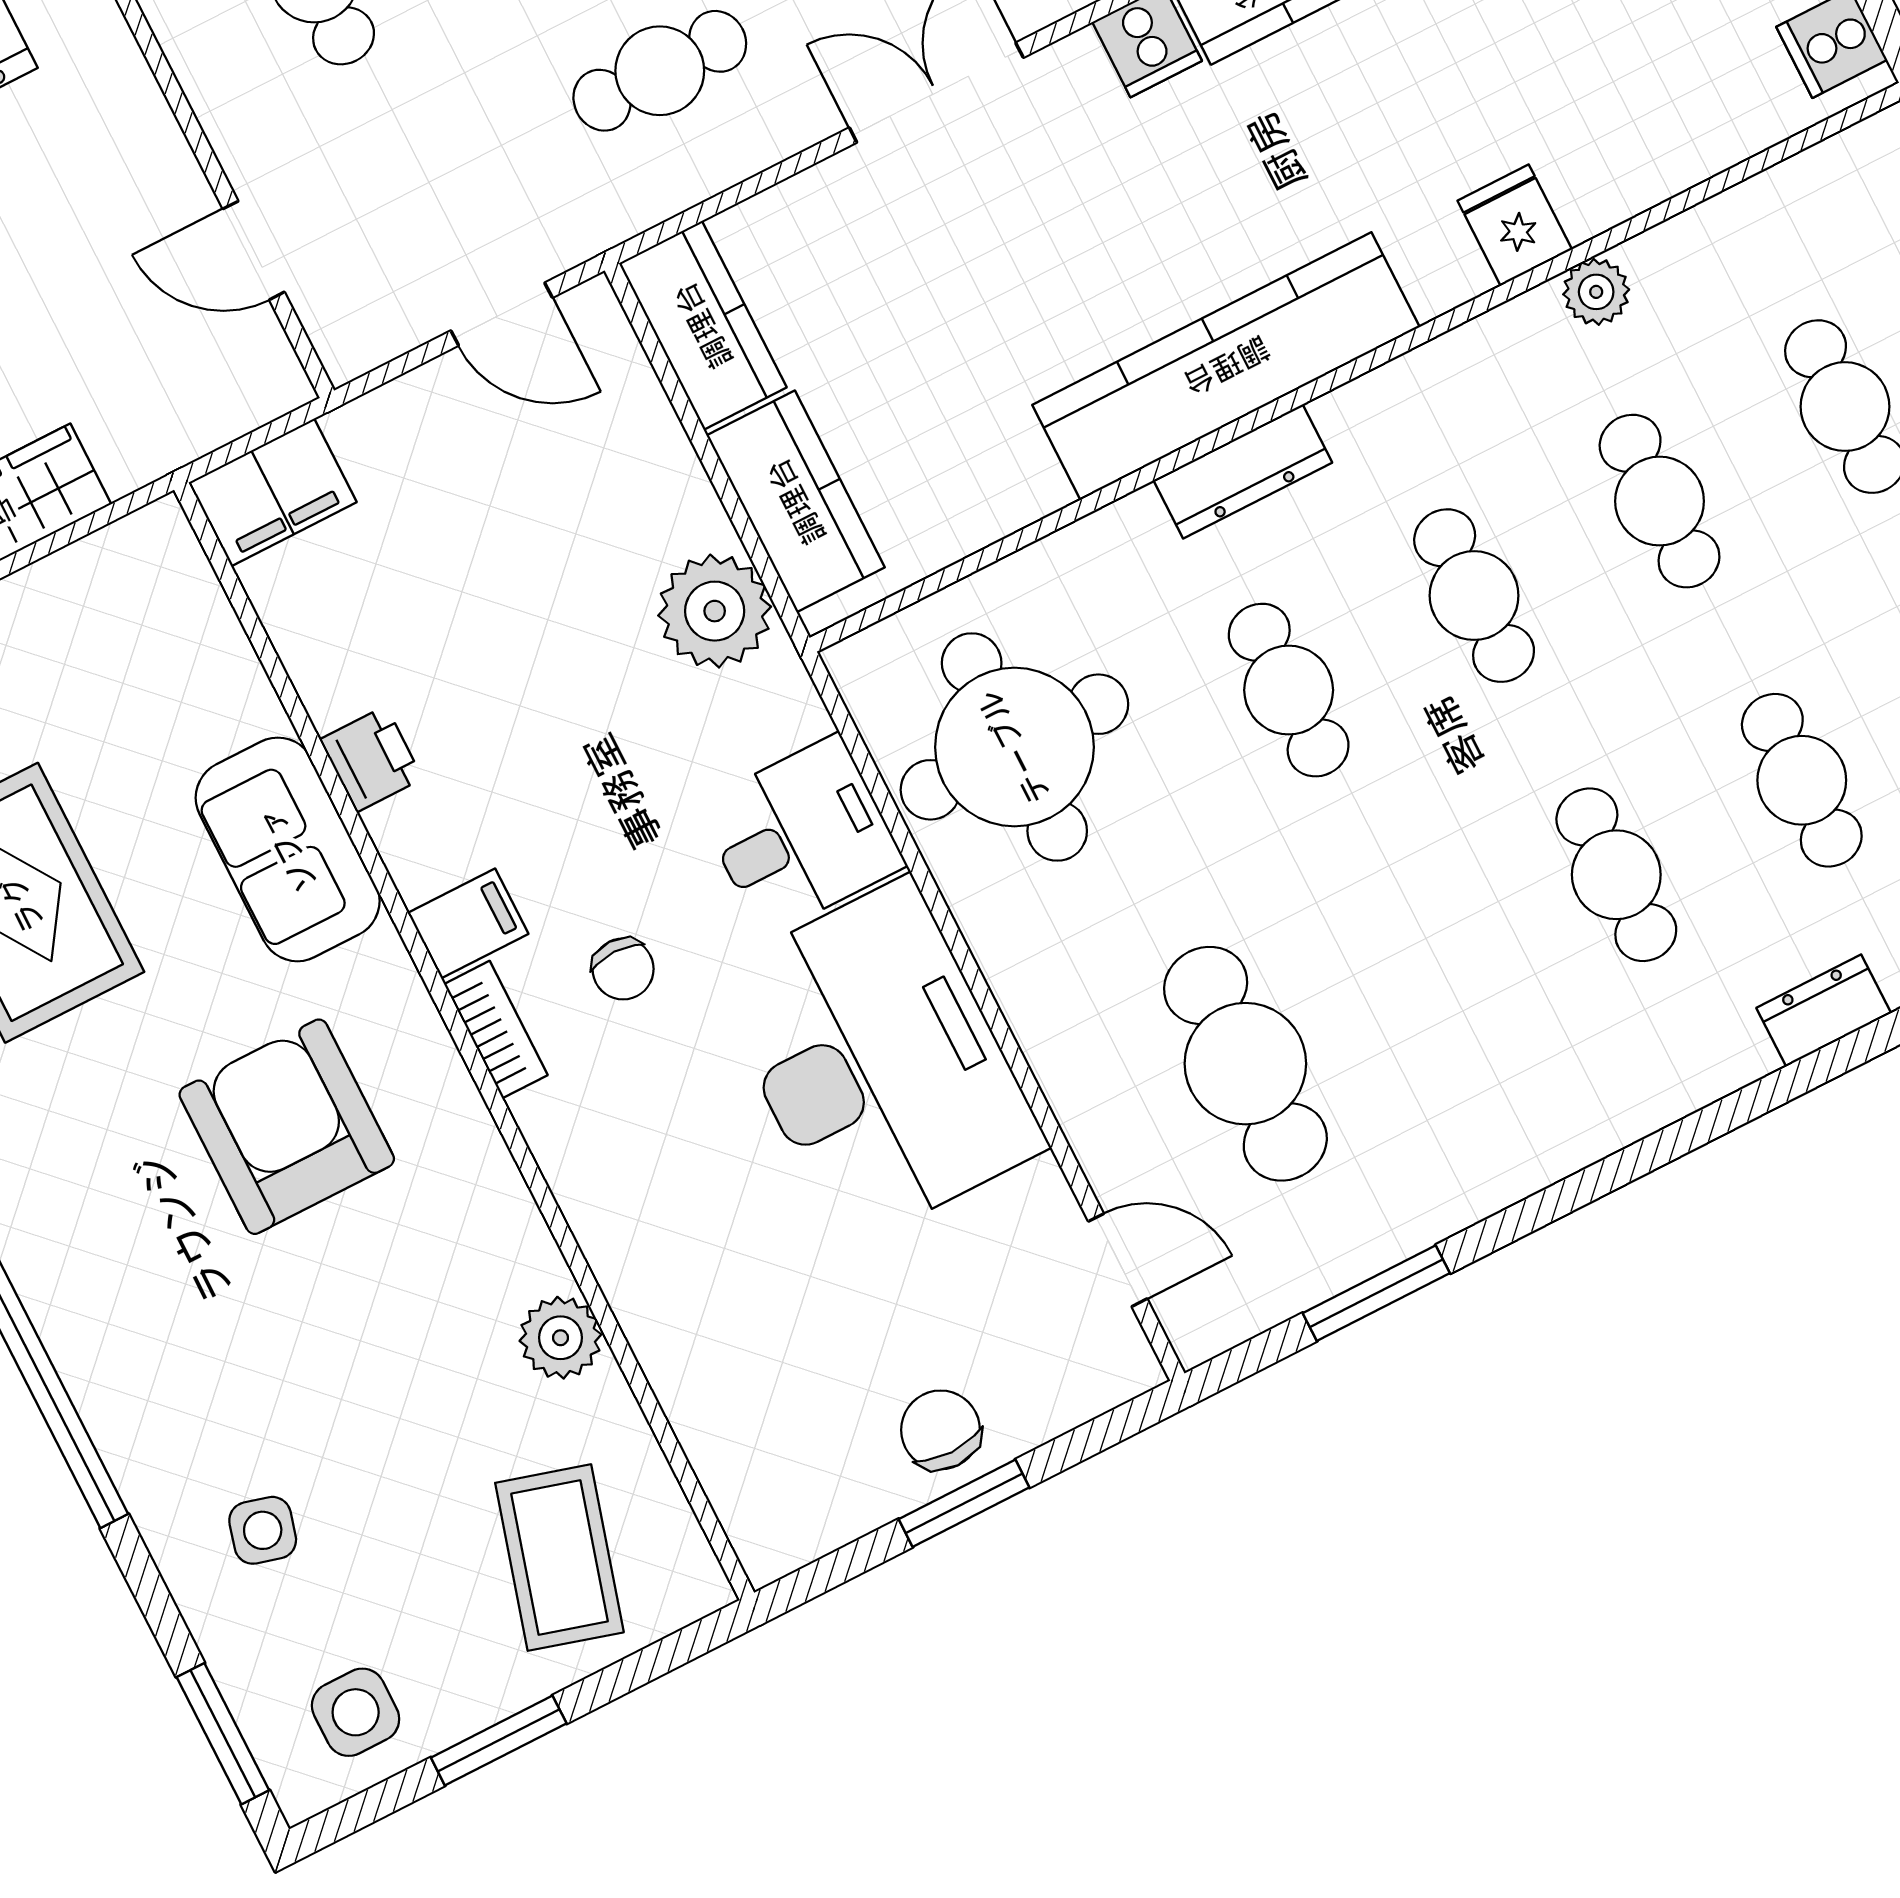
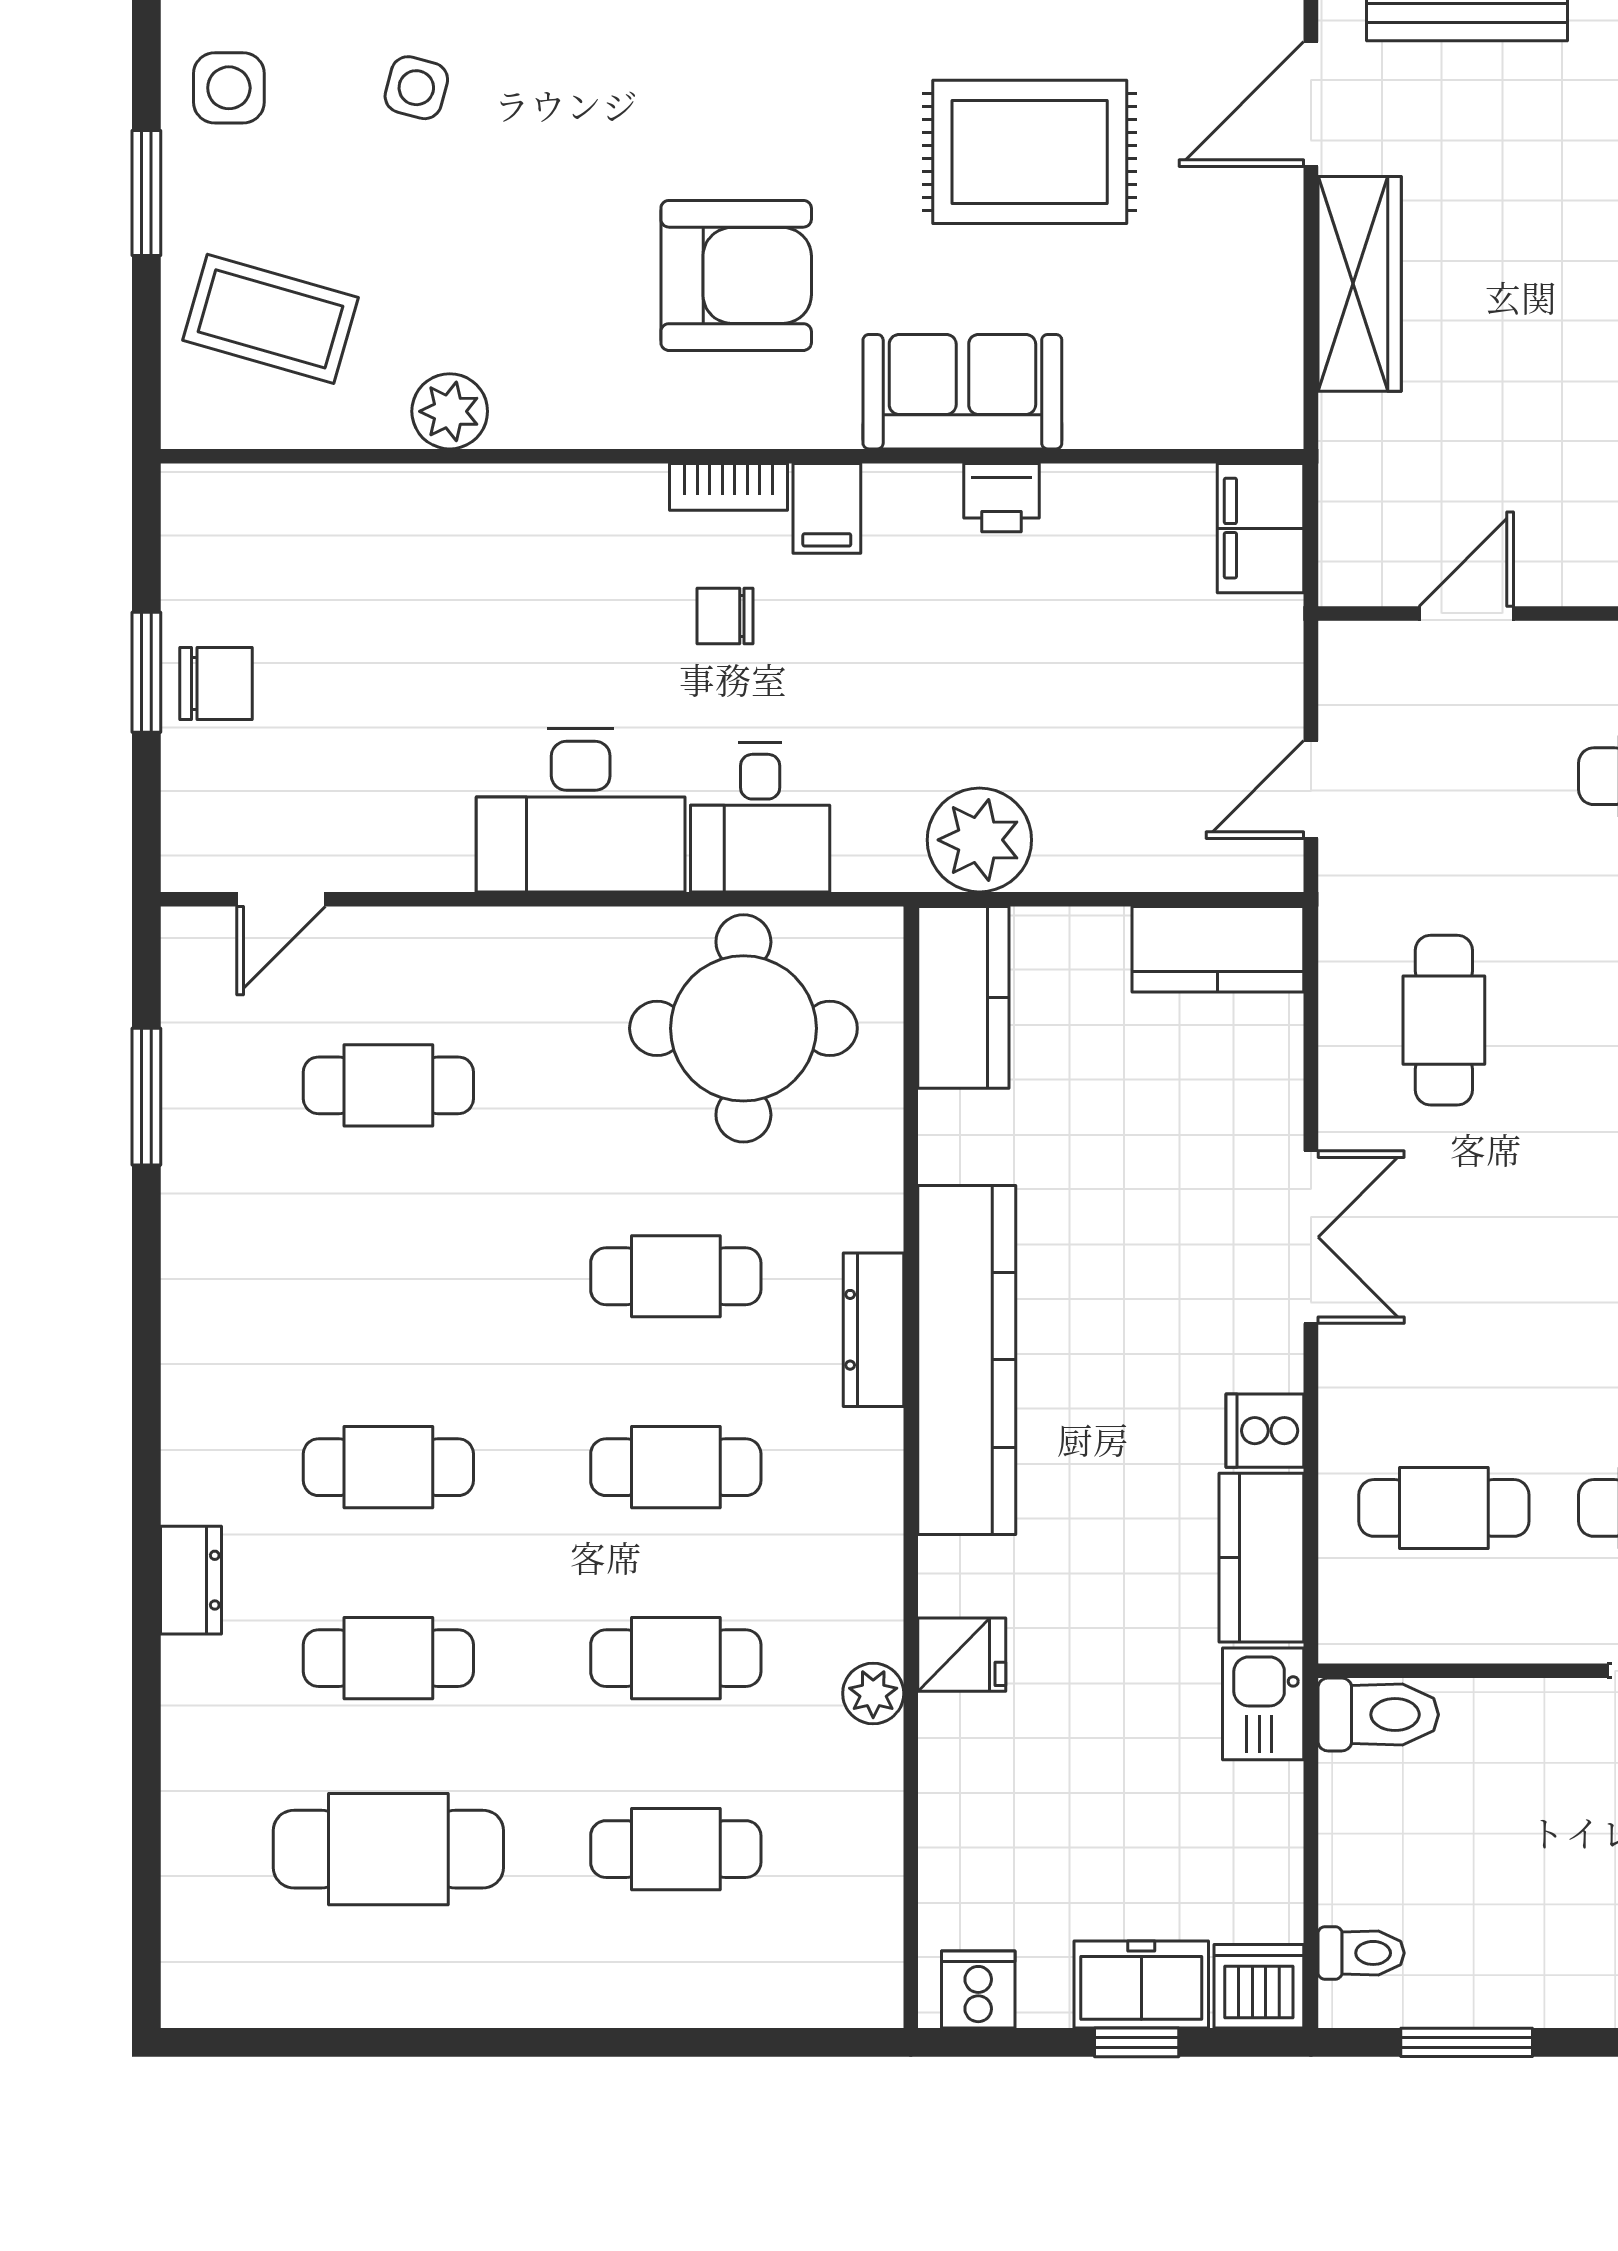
kitchen counter: (796, 501) -> (963, 997), moved, turned -90
desk: (878, 1062) -> (581, 810), width x0.73, depth x0.77
cafe table: (1245, 1064) -> (388, 1085), width x0.73, depth x0.74

